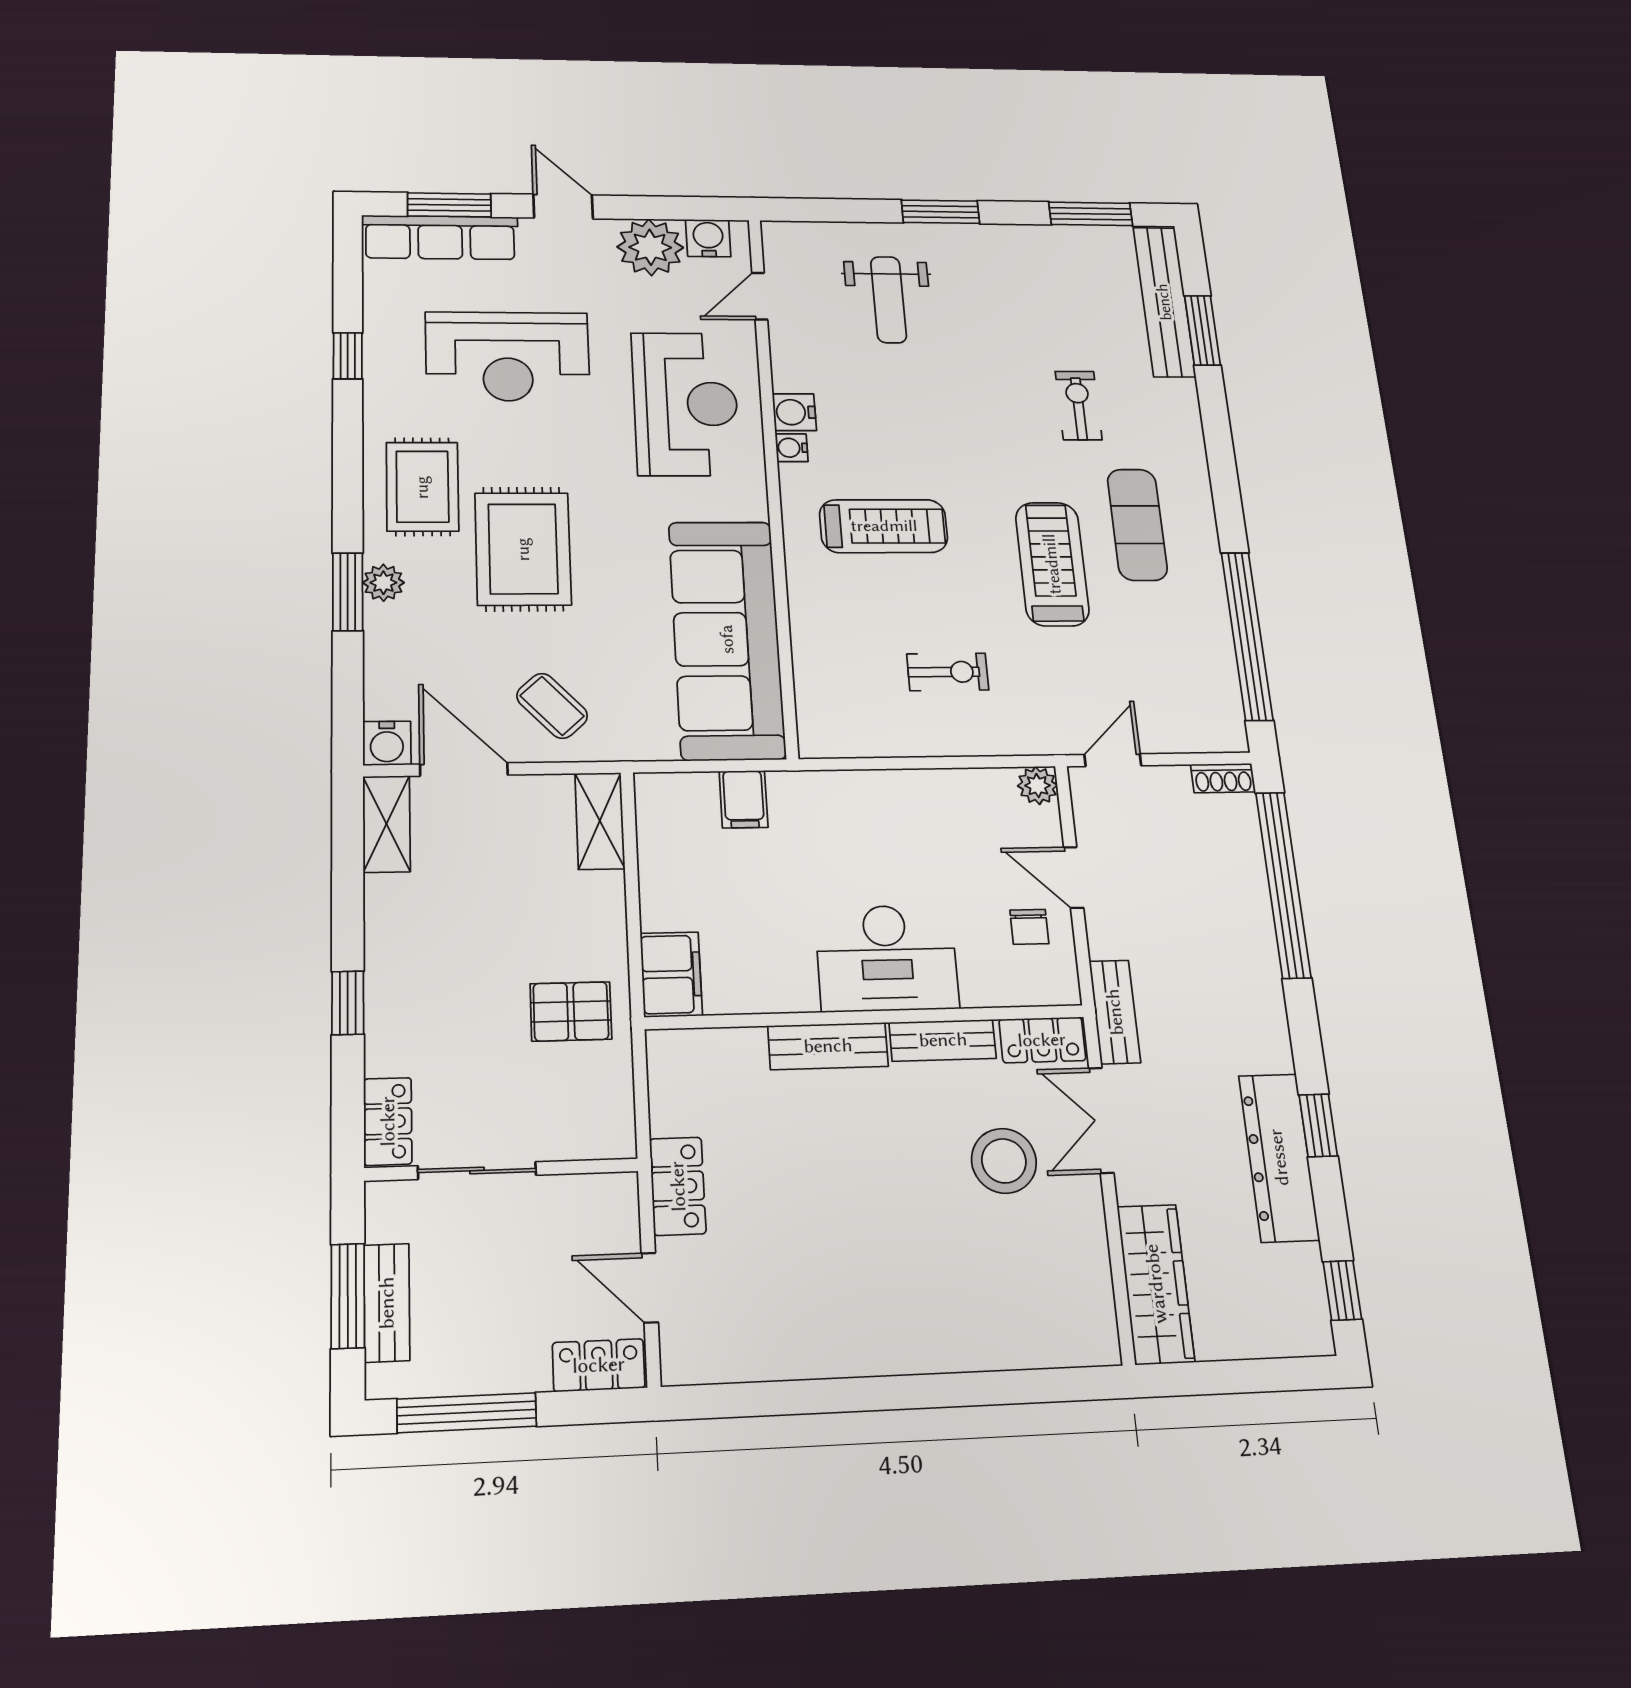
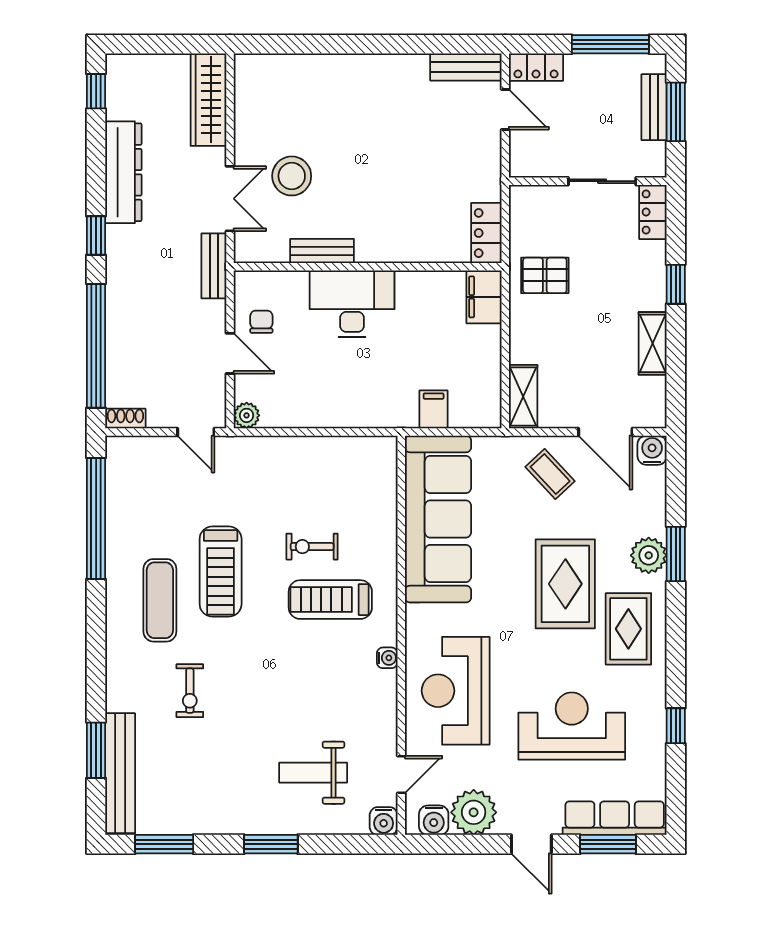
weight bench: (889, 300) -> (313, 773), turned -90
water cooler: (794, 412) -> (384, 821), moved, turned 90
plant: (383, 583) -> (649, 555), width x1.38, depth x1.38
exercise bike: (948, 672) -> (312, 547), moved
door: (1113, 760) -> (196, 432), hinge flipped
shelving: (386, 824) -> (653, 343), moved
locker: (1042, 1040) -> (261, 249), removed
bench: (828, 1046) -> (466, 67), moved
window: (1318, 1125) -> (96, 236), moved
locker: (678, 1186) -> (486, 233), moved

